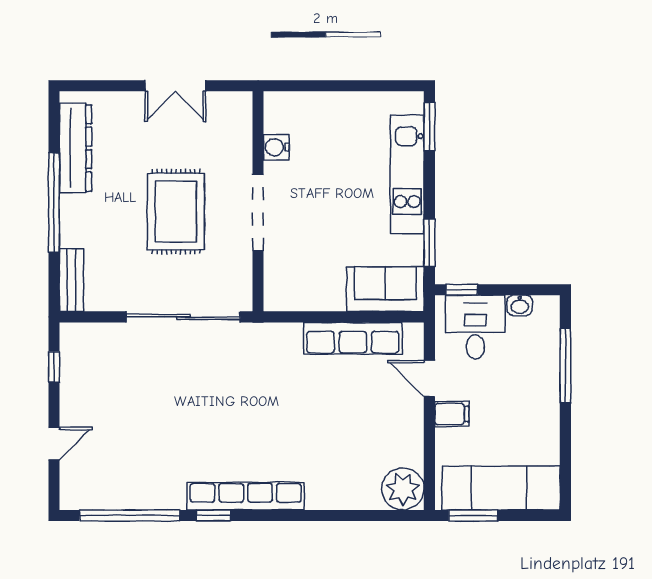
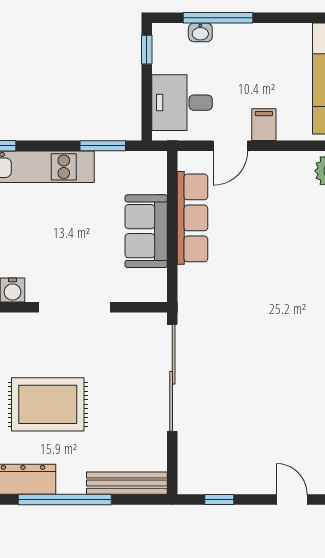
rug: (176, 212) -> (48, 404), moved
bench: (71, 280) -> (127, 483), width x1.36
sofa: (385, 289) -> (146, 231), moved
window: (462, 290) -> (147, 50), moved
washbasin: (520, 305) -> (200, 32), moved, turned 90

